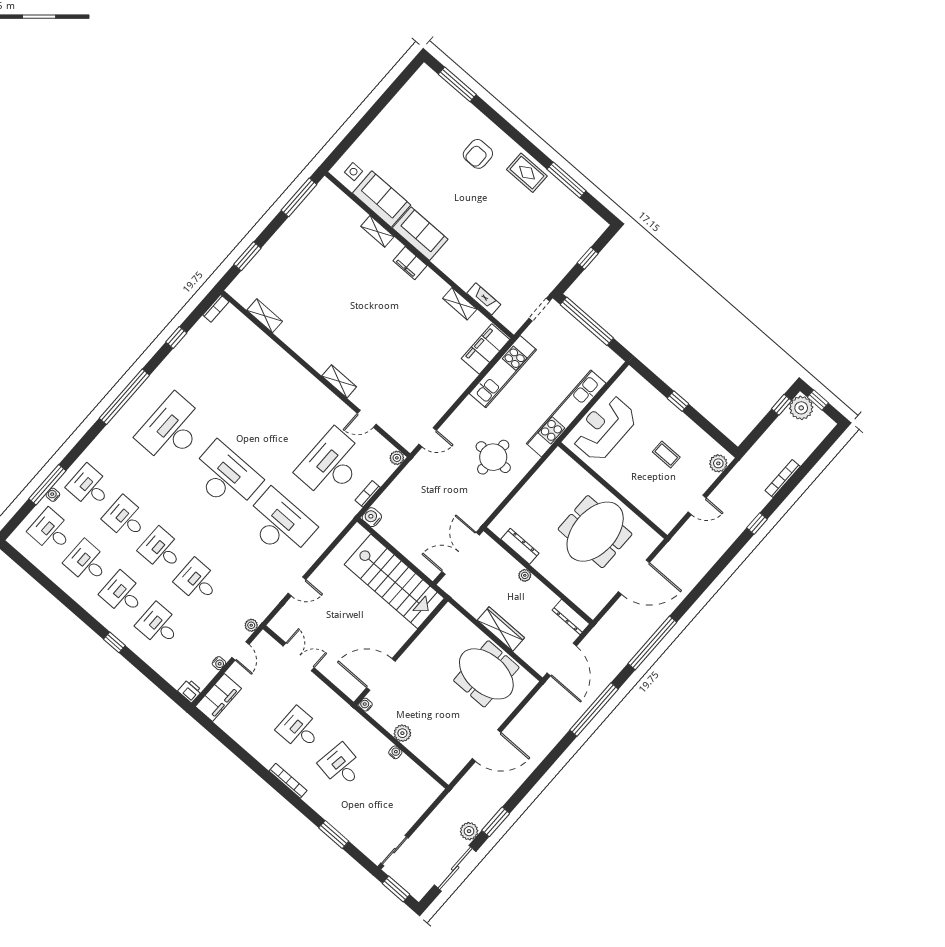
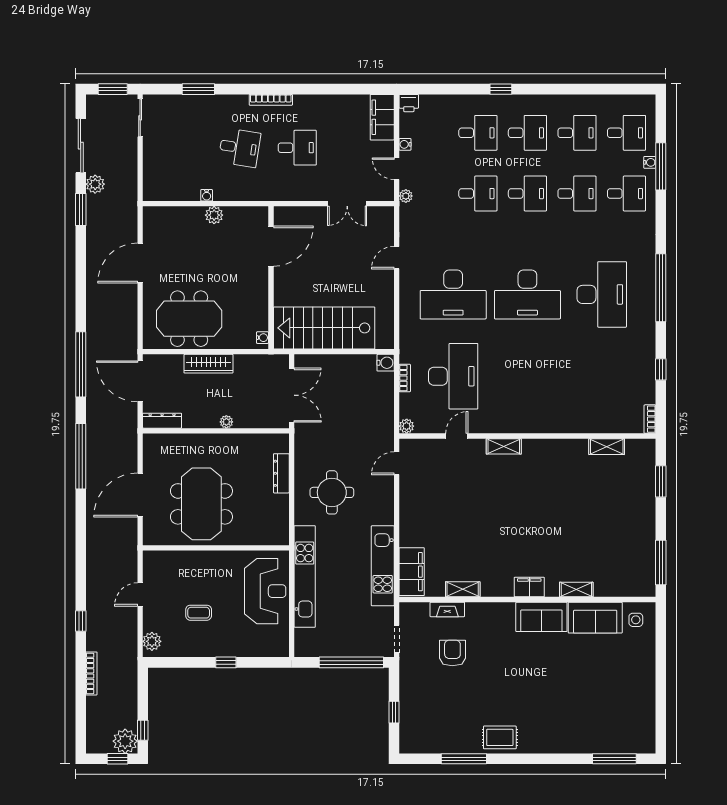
armchair: (478, 154) -> (452, 653), moved
dresser: (520, 546) -> (281, 473), moved, turned 90
water cooler: (365, 705) -> (262, 338), moved

